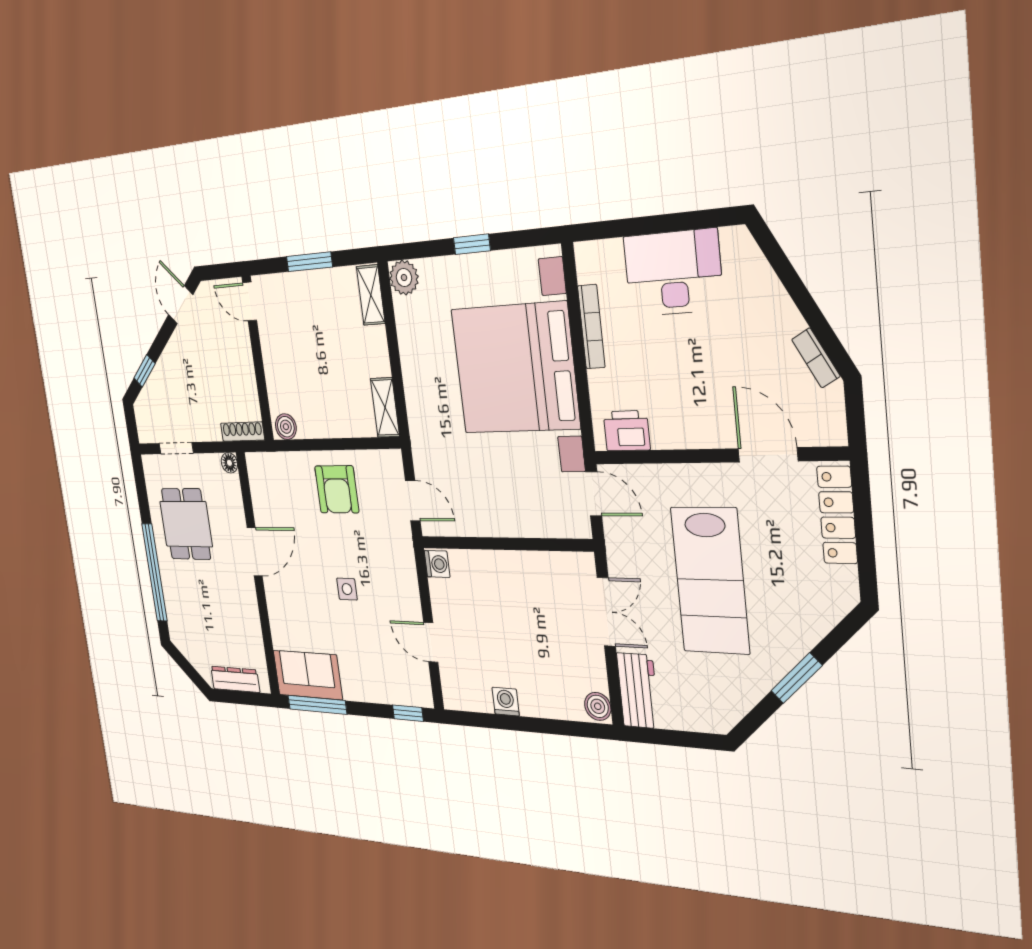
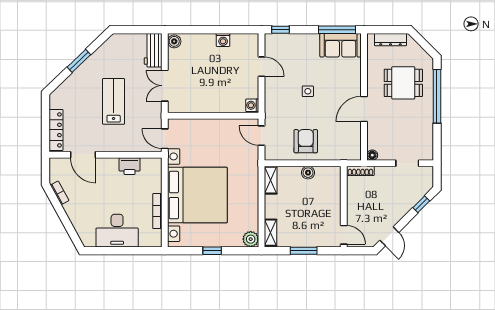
boiler: (286, 427) -> (308, 173), moved
printer: (627, 431) -> (130, 166), moved
dining table: (186, 524) -> (403, 83), moved, turned 90
lab bench: (710, 581) -> (114, 101), width x0.73, depth x0.72

